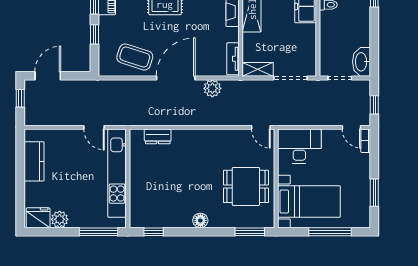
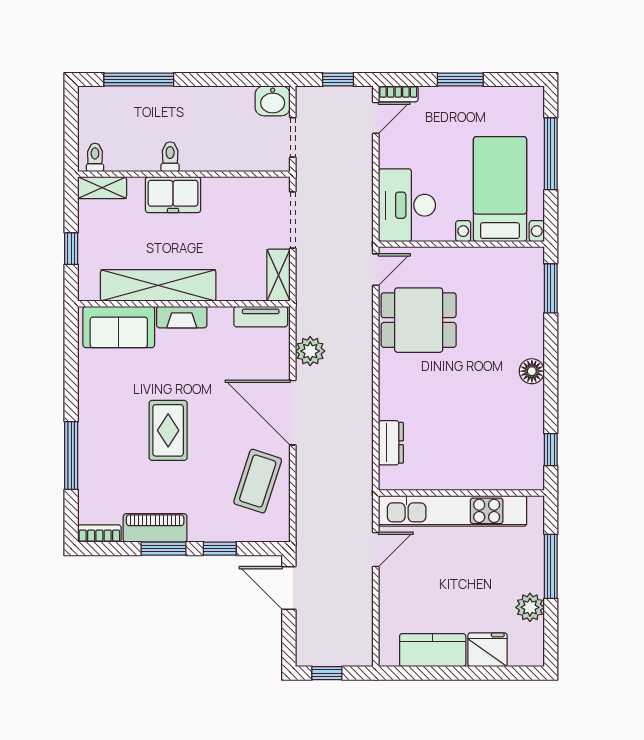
washbasin: (362, 62) -> (273, 101), width x0.72
door: (48, 76) -> (289, 588), moved
dining table: (246, 186) -> (419, 320), moved, turned 90
window: (374, 193) -> (460, 80), moved
fridge: (38, 218) -> (488, 650), moved, turned 90
window: (98, 232) -> (551, 566), moved

